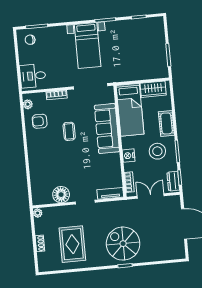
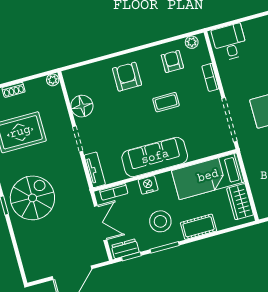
sofa: (107, 128) -> (155, 157), moved
armchair: (45, 157) -> (127, 77), added

